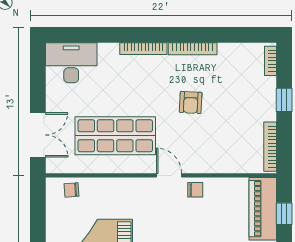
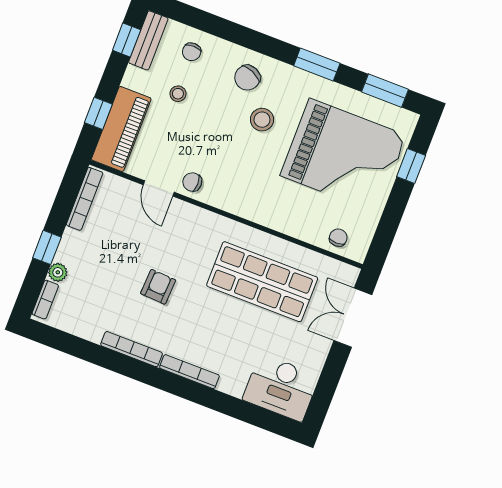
plant: (269, 85) -> (58, 272), added
door: (169, 175) -> (159, 188), moved
chair: (71, 190) -> (338, 238), turned -86

